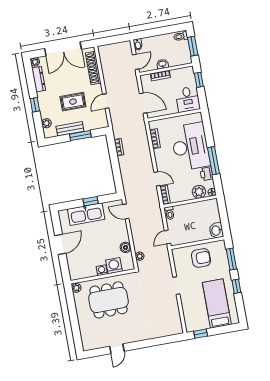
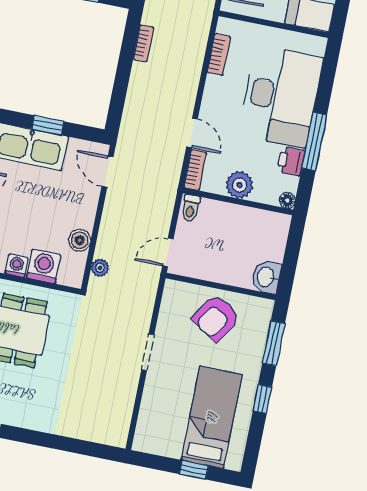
plant: (199, 192) -> (240, 185), moved
armchair: (201, 258) -> (216, 318), turned 122
window: (201, 334) -> (194, 470), moved

